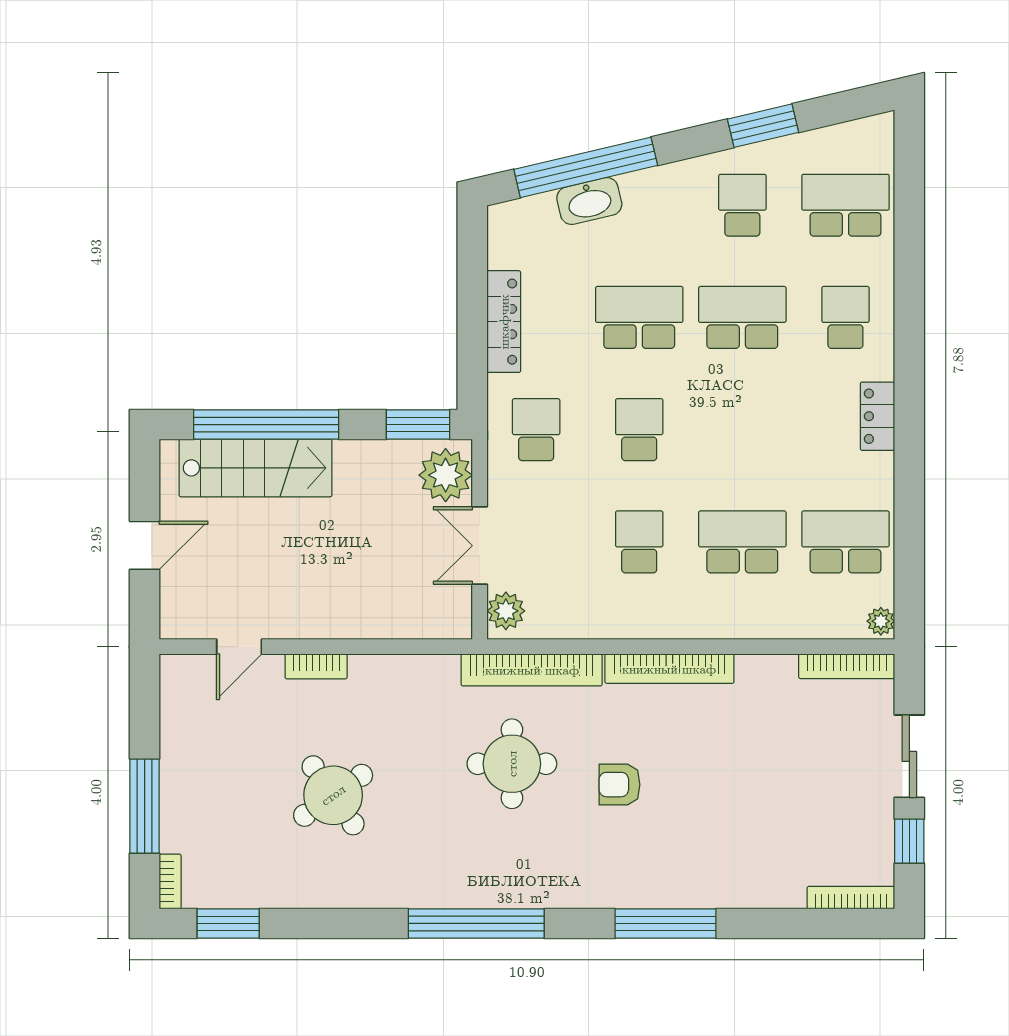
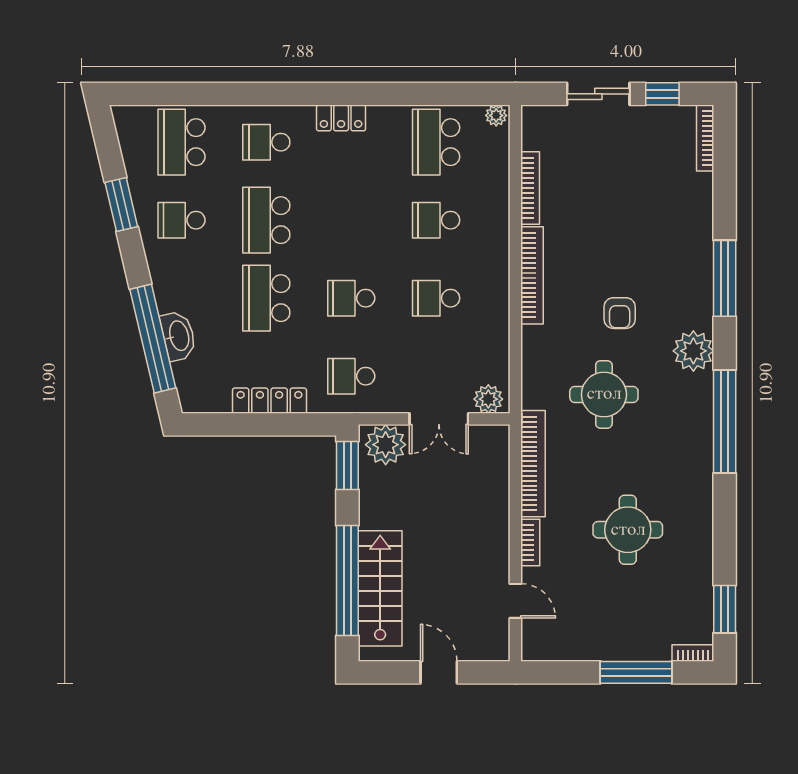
school desk: (742, 542) -> (436, 220), width x0.54
bookcase: (847, 666) -> (530, 188), moved
bookcase: (532, 670) -> (533, 464), moved
round table: (333, 795) -> (628, 530), turned 35
plant: (569, 882) -> (693, 351), added

